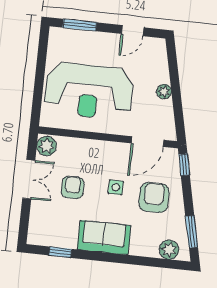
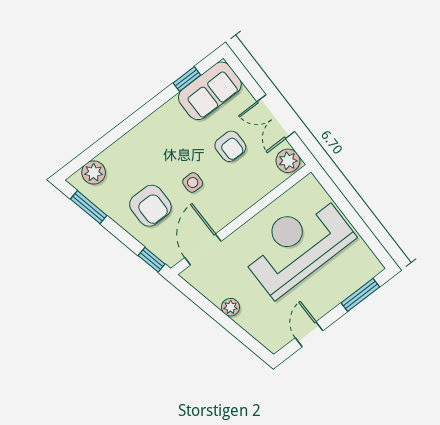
sofa: (104, 238) -> (210, 91), moved

